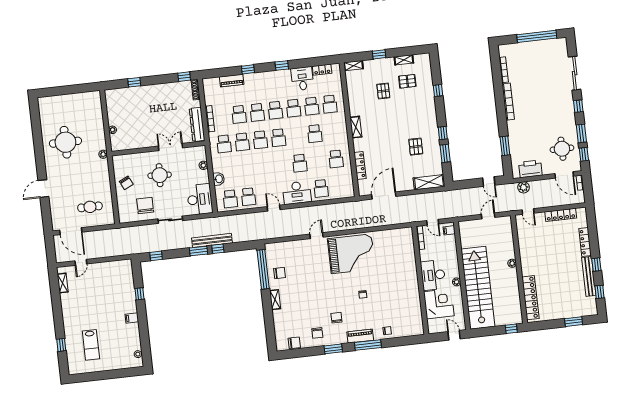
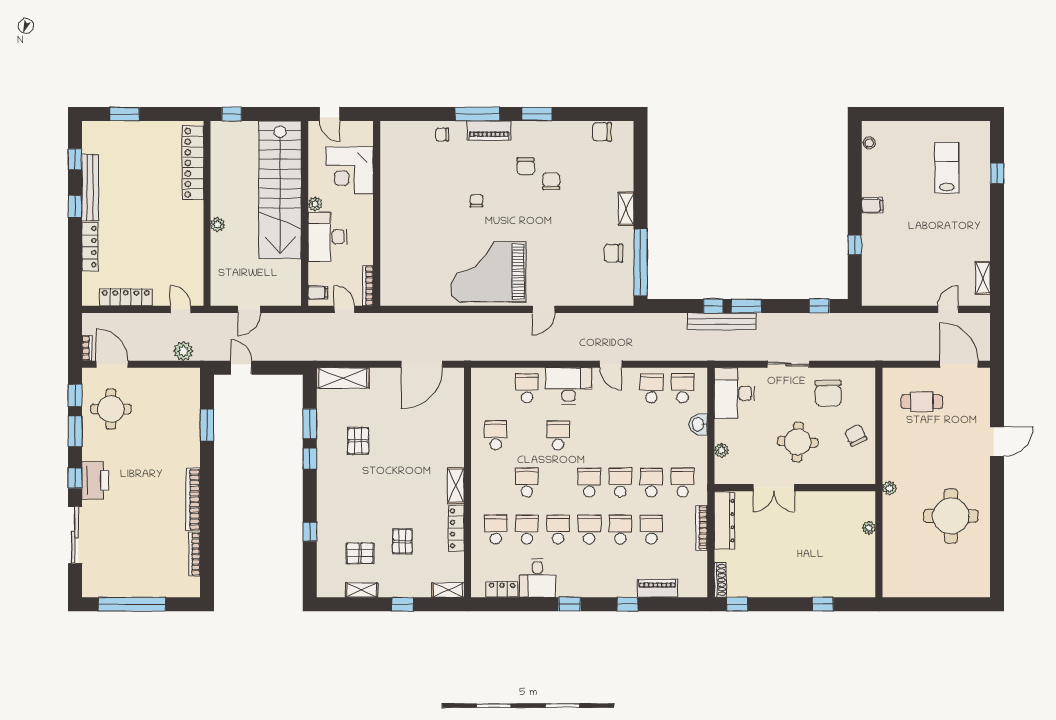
locker: (360, 166) -> (456, 528), moved
printer: (530, 169) -> (95, 480), moved, turned -90
desk: (433, 275) -> (327, 237), moved, turned 180
chair: (317, 333) -> (551, 181), moved

